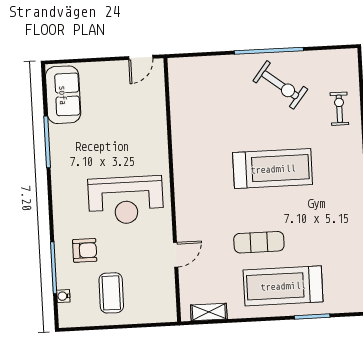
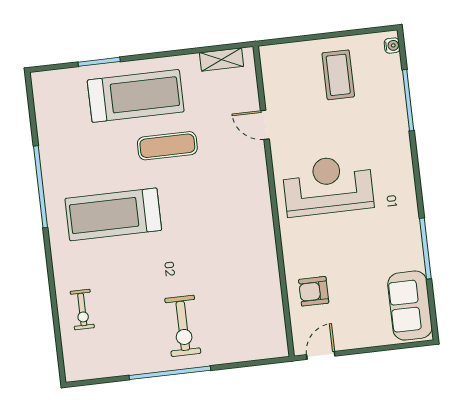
exercise bike: (280, 85) -> (183, 326), moved, turned -128
treadmill: (273, 169) -> (113, 214), moved
armchair: (85, 250) -> (314, 291), moved
door: (176, 255) -> (265, 125), hinge flipped
water cooler: (63, 296) -> (392, 46), moved

